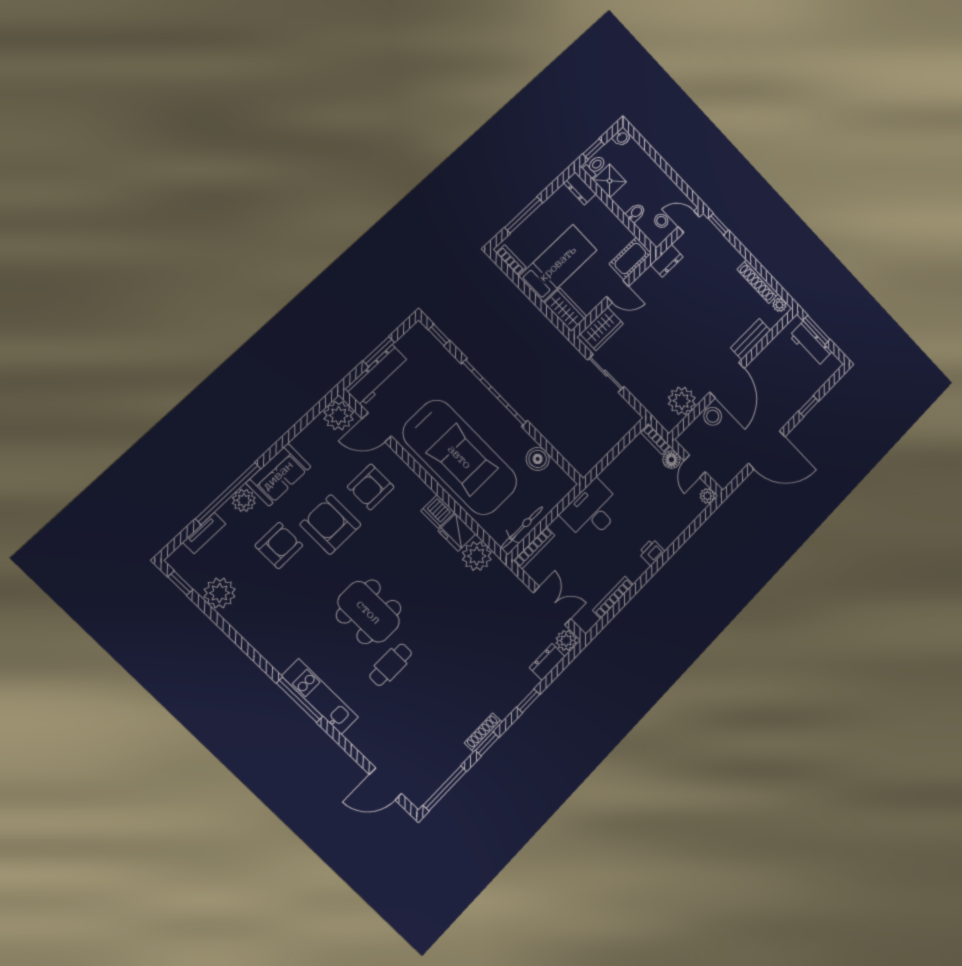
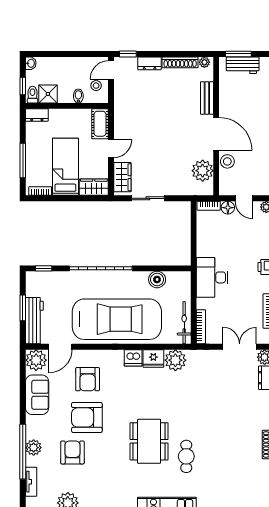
dresser: (667, 261) -> (150, 63), moved, turned 90
sofa: (278, 475) -> (37, 395), moved
dining table: (369, 612) -> (149, 441), turned 90

